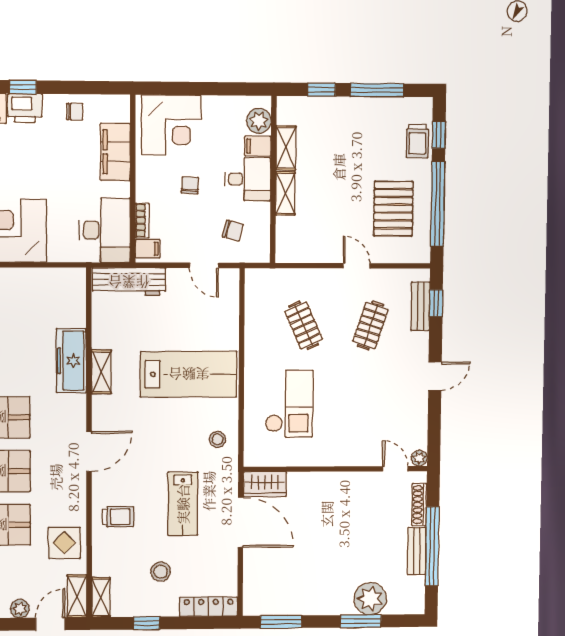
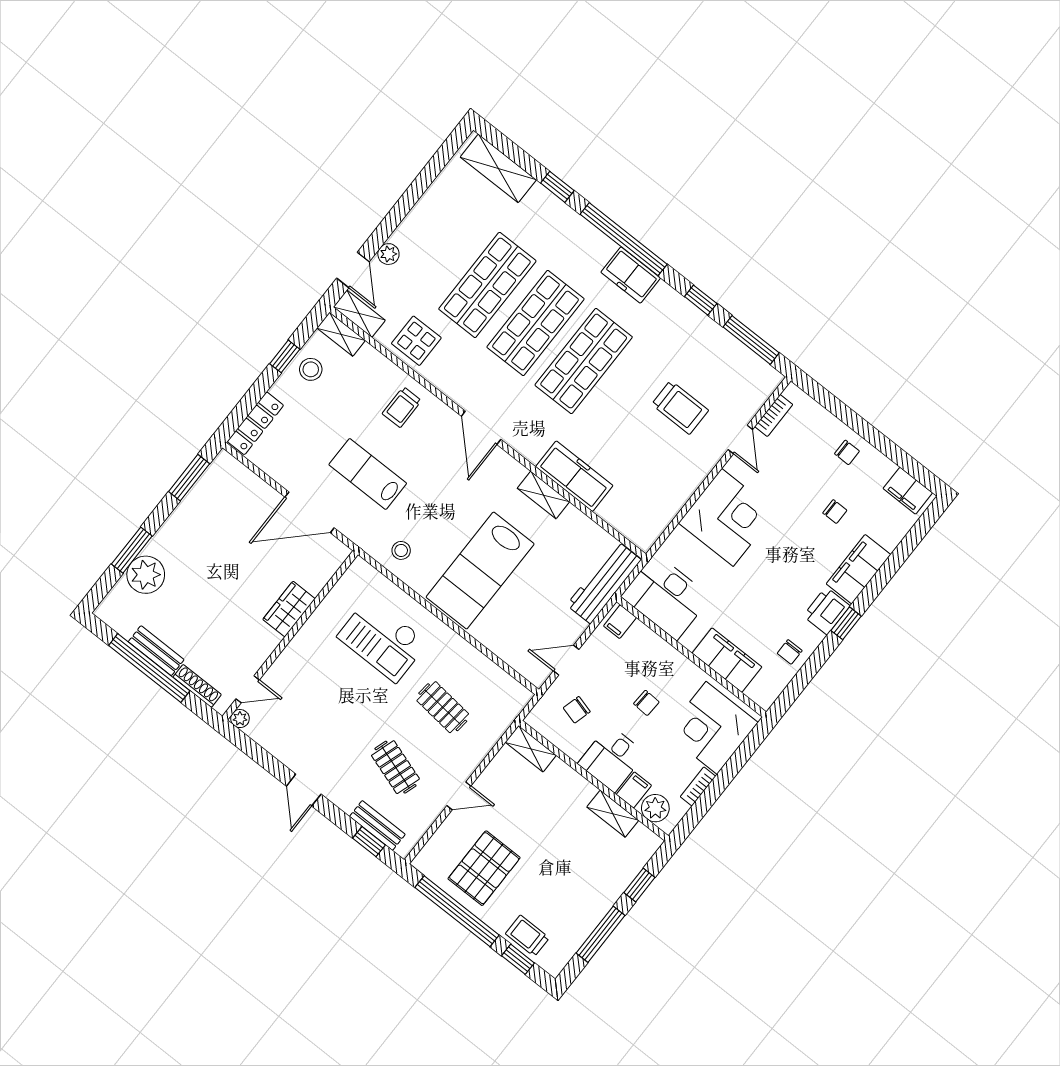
shelving: (285, 193) -> (531, 749), moved
pallet: (393, 209) -> (484, 868), turned 90
bookcase: (142, 221) -> (698, 786), moved, turned 90
clothes rail: (304, 325) -> (443, 707), turned 30
wardrobe: (265, 484) -> (289, 609), moved
stool: (161, 571) -> (311, 369), moved

